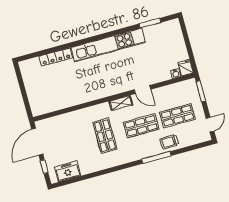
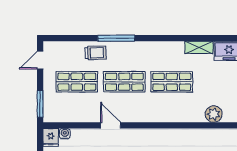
shelving: (121, 103) -> (199, 47), moved
plant: (66, 120) -> (214, 114), added
shop shelf: (105, 136) -> (172, 82), turned 90

